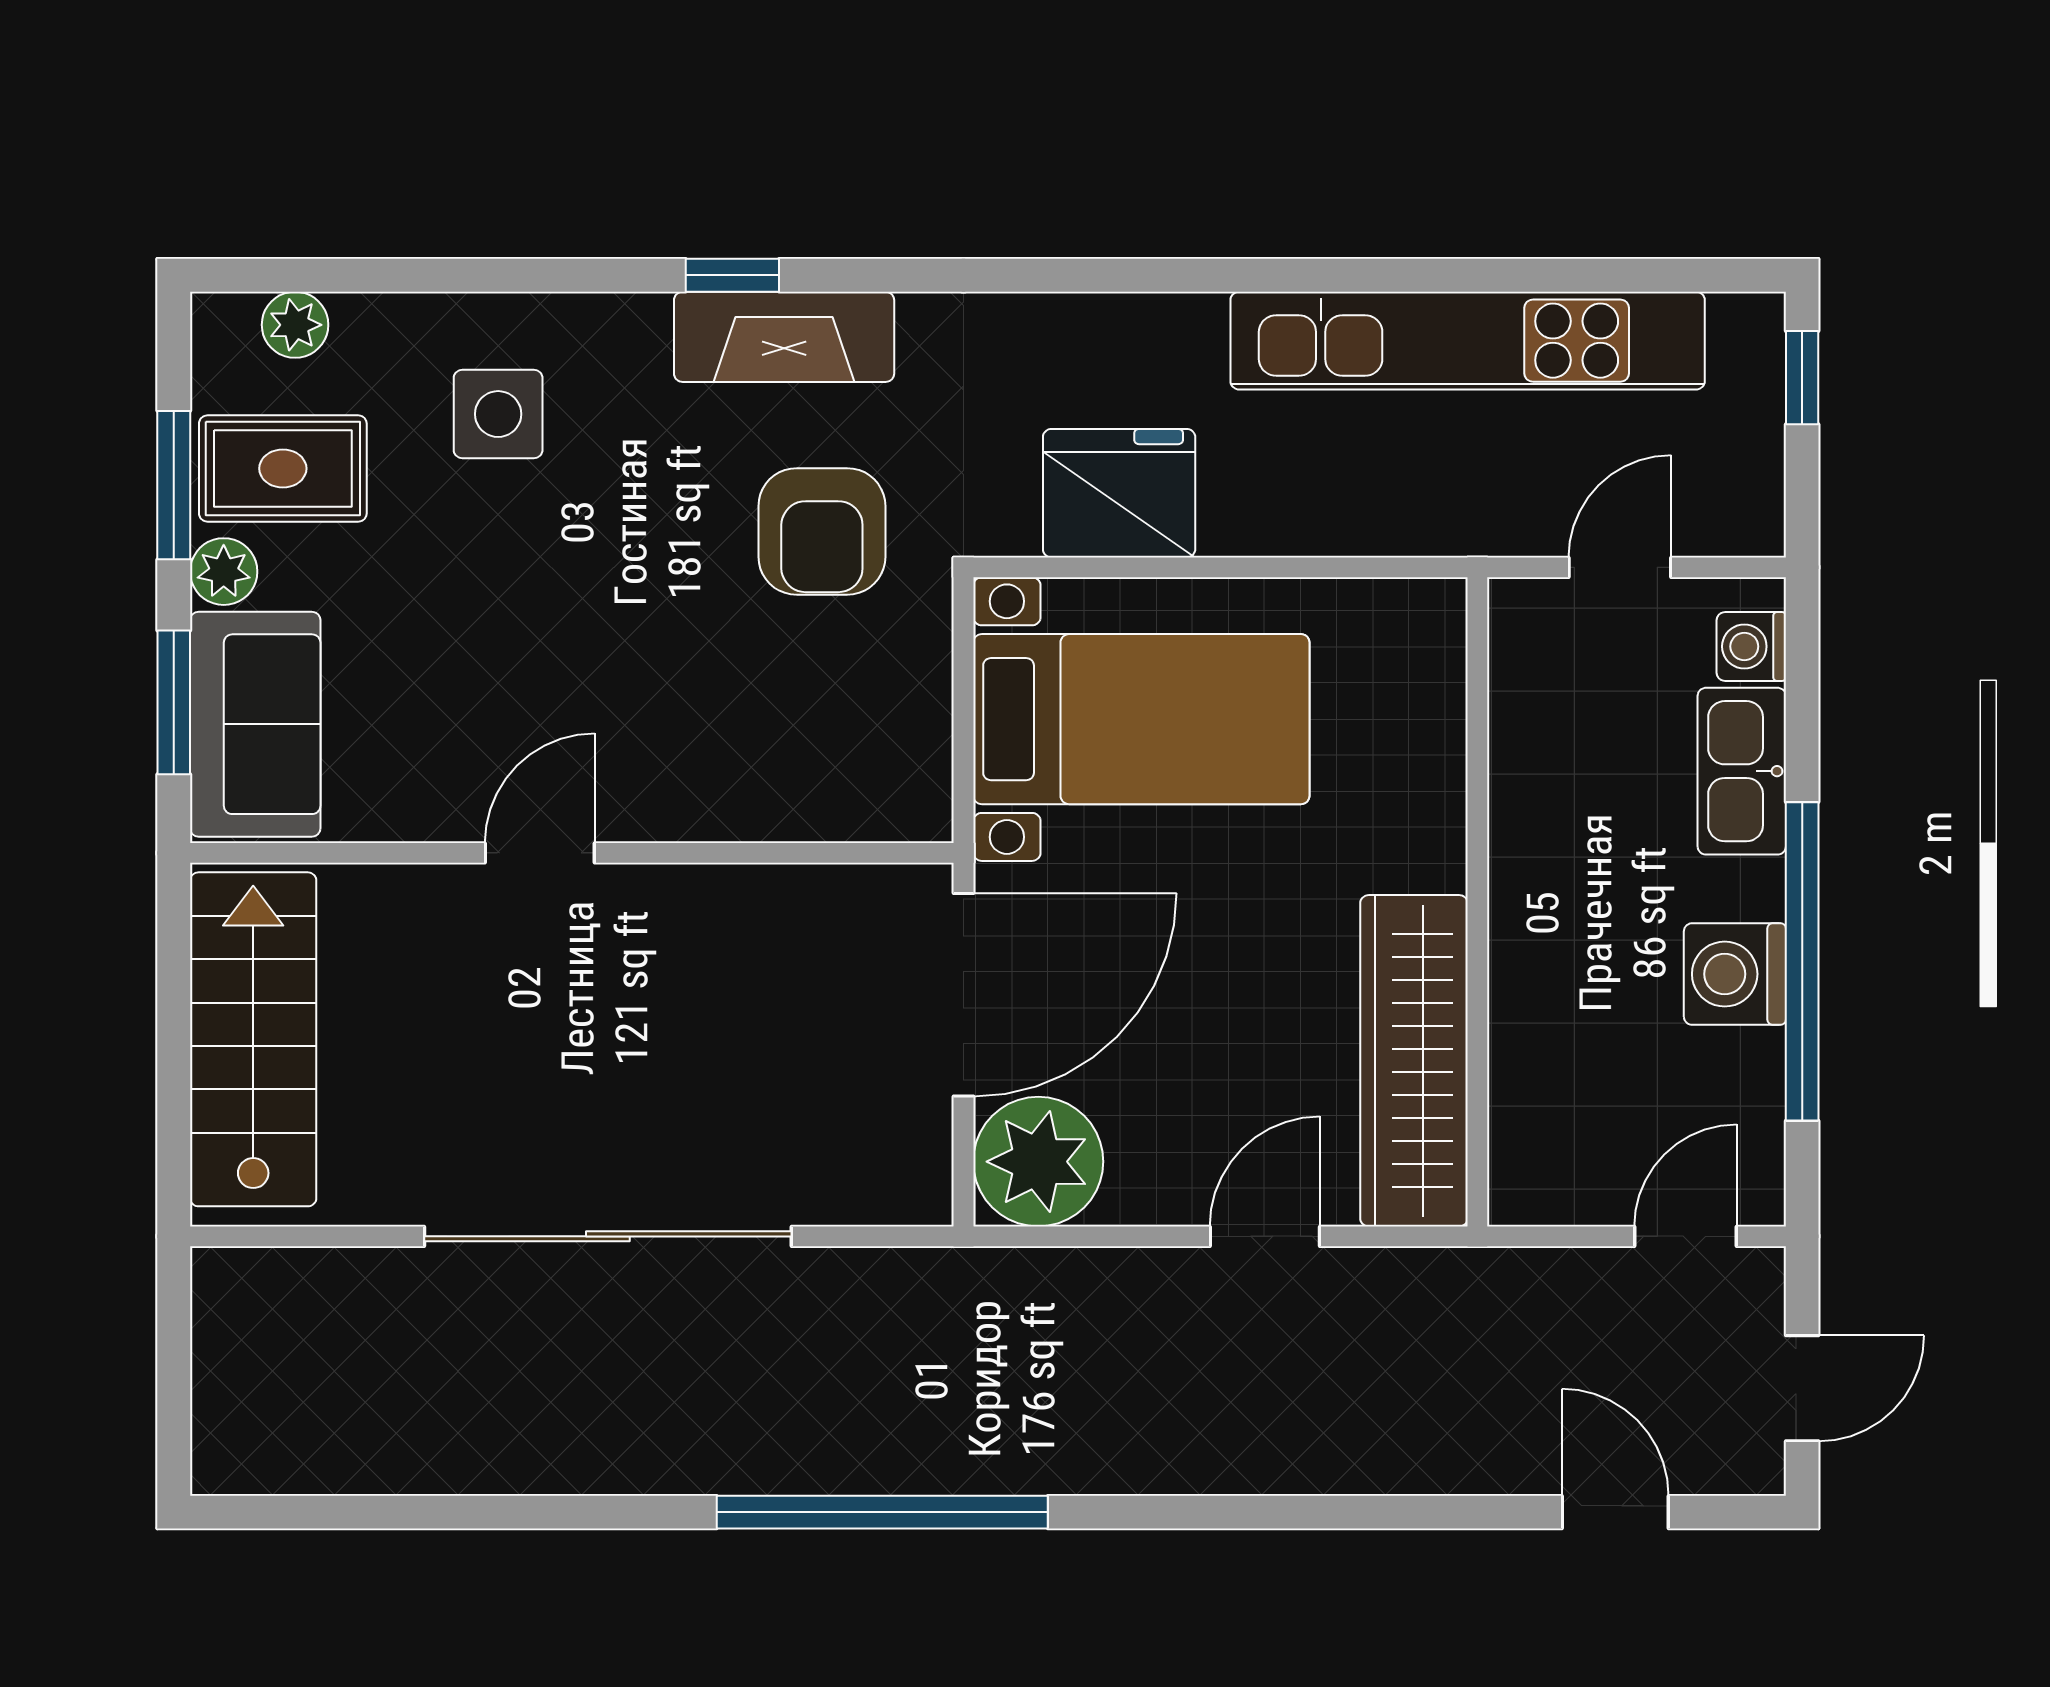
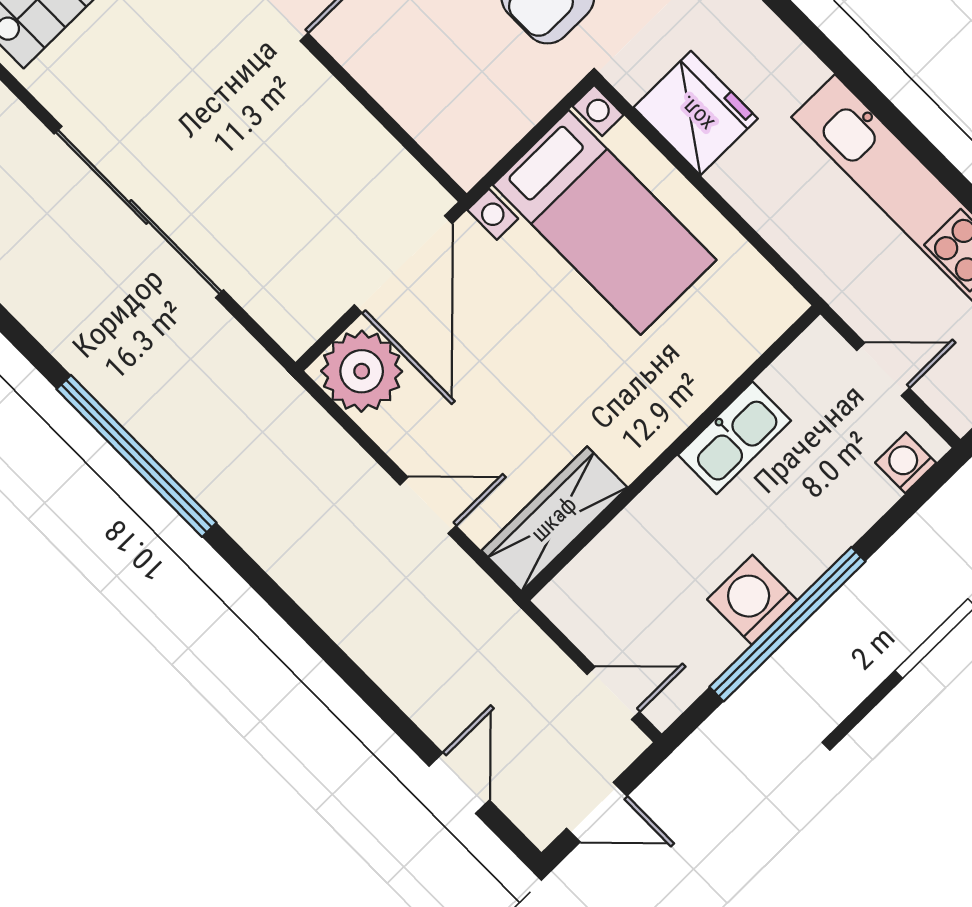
kitchen sink: (1742, 771) -> (734, 438), moved, turned 180
door: (963, 995) -> (403, 264), hinge flipped
wardrobe: (1414, 1061) -> (554, 519), width x0.71, depth x0.85

